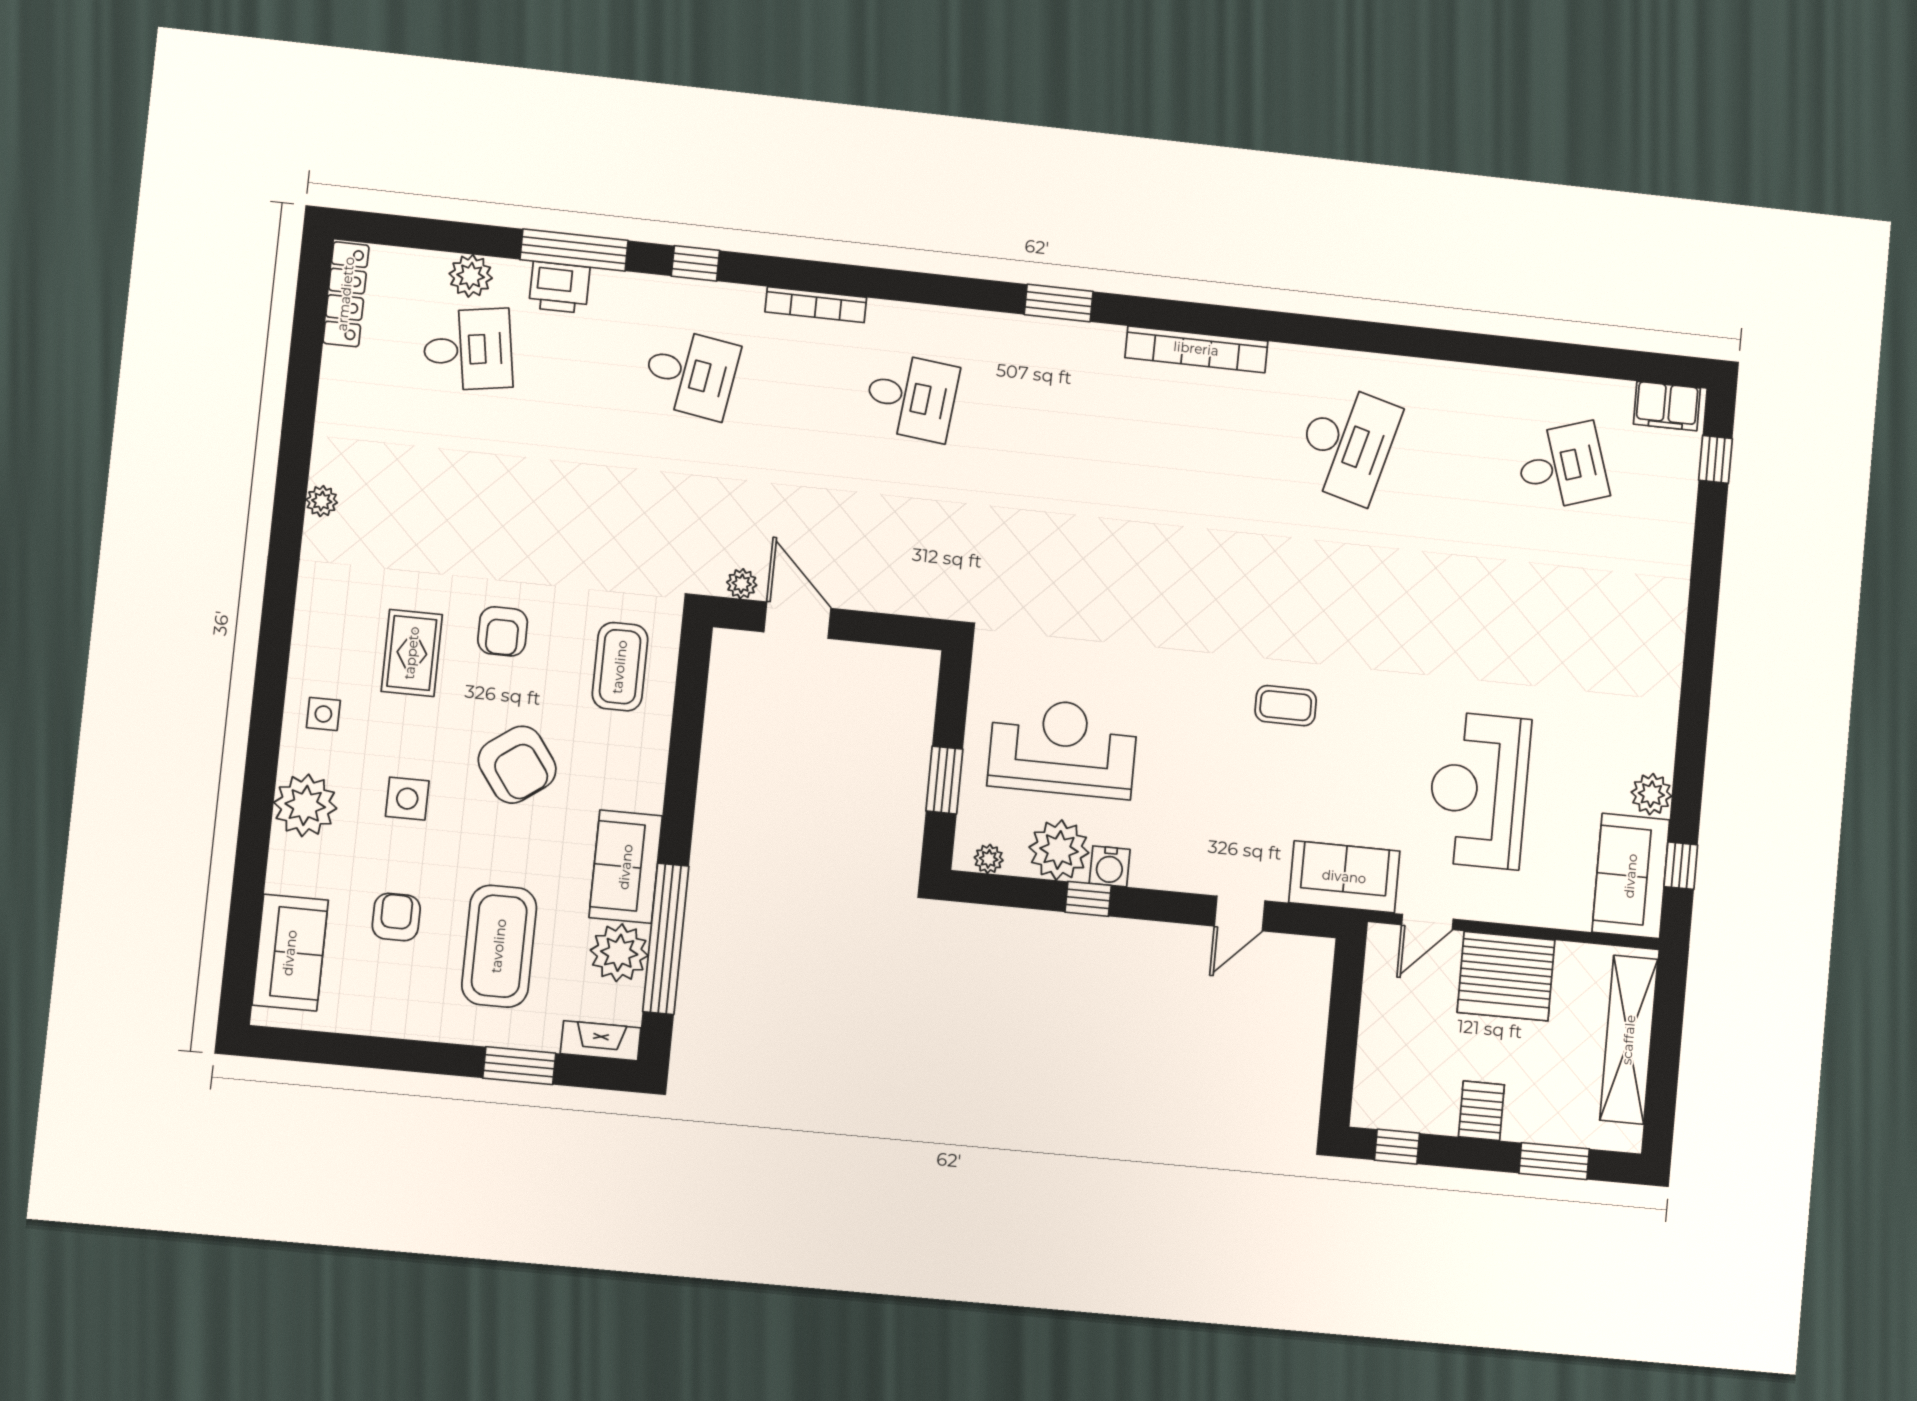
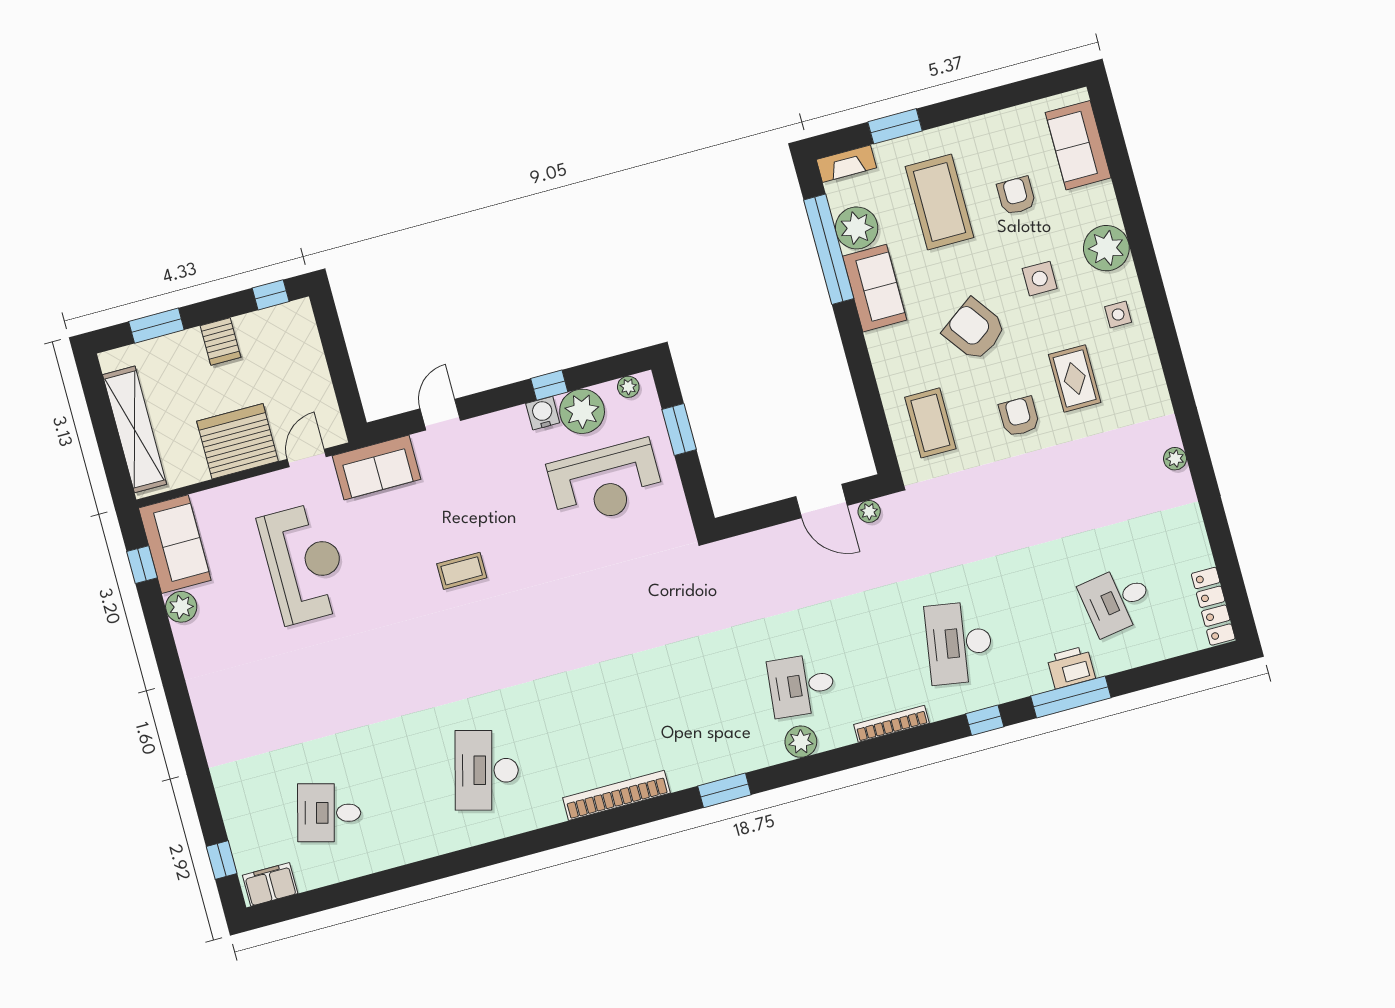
plant: (471, 276) -> (801, 742), moved
desk: (691, 373) -> (959, 643), width x1.37
desk: (1562, 466) -> (329, 813), turned 33
armchair: (396, 917) -> (1016, 196), turned 180

